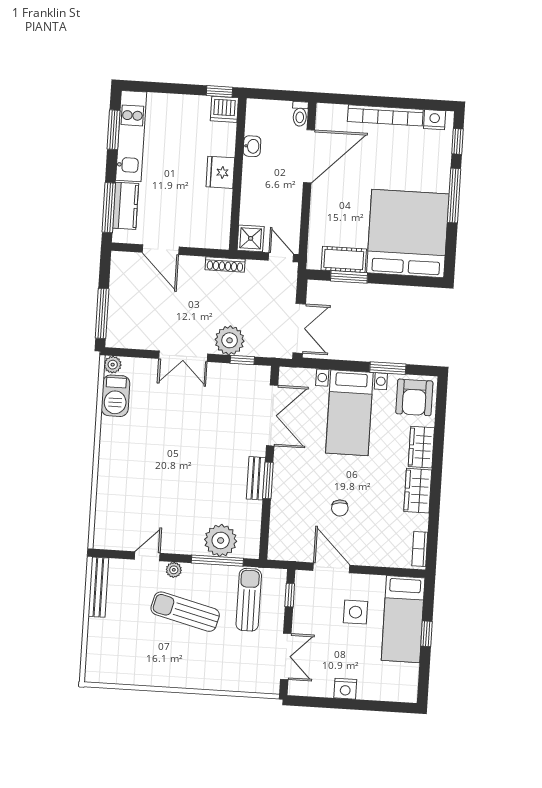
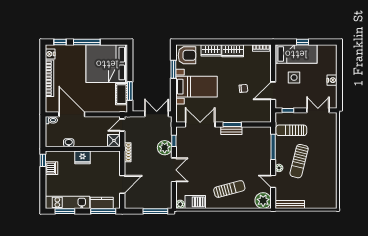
dishwasher: (224, 109) -> (51, 168), moved
sun lounger: (137, 466) -> (229, 189), added
plant: (221, 540) -> (263, 201), moved

